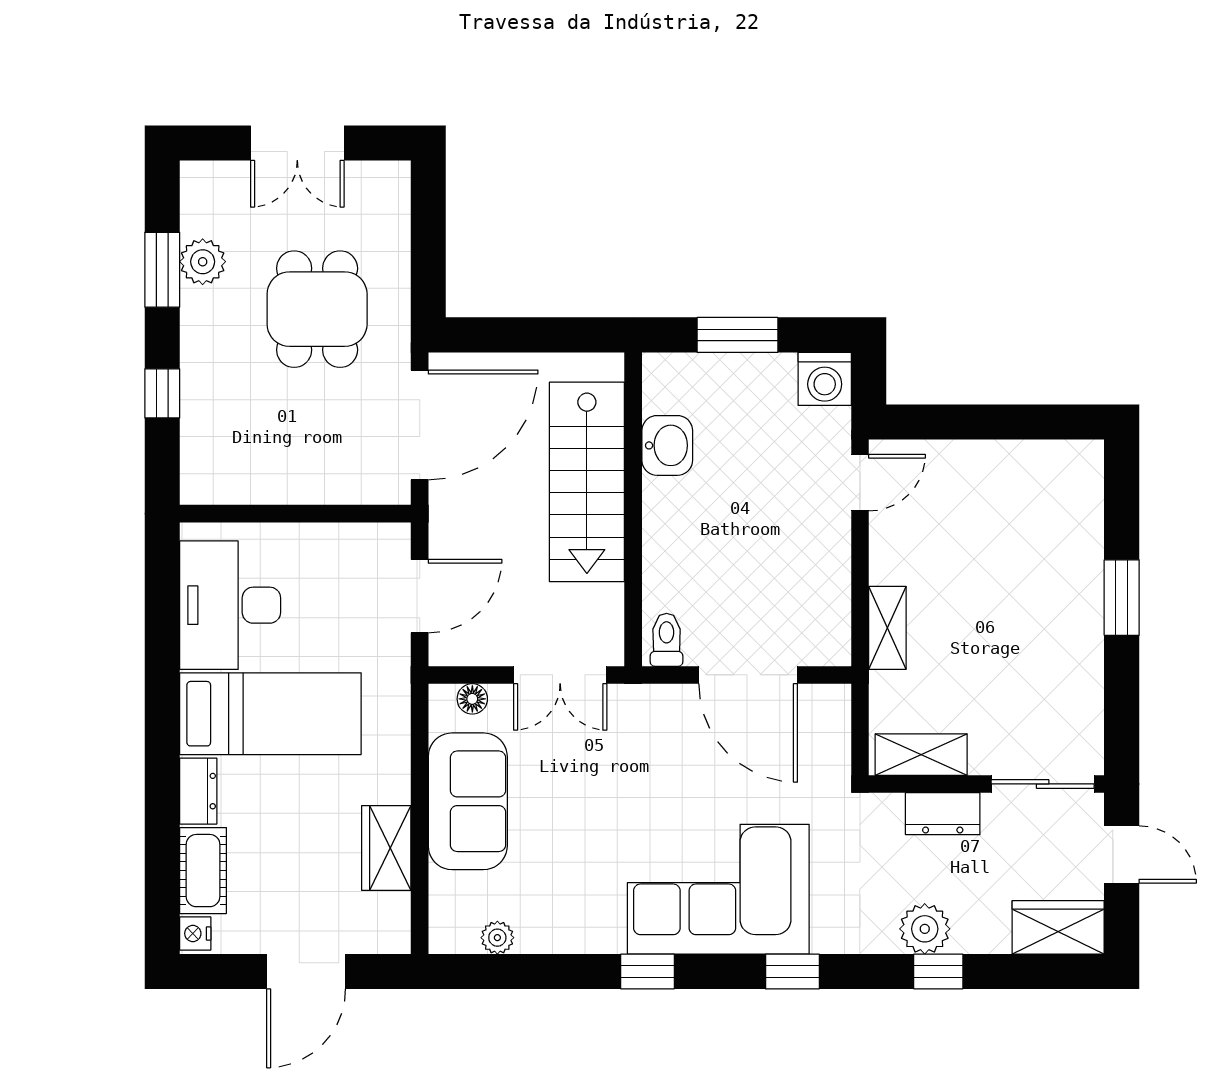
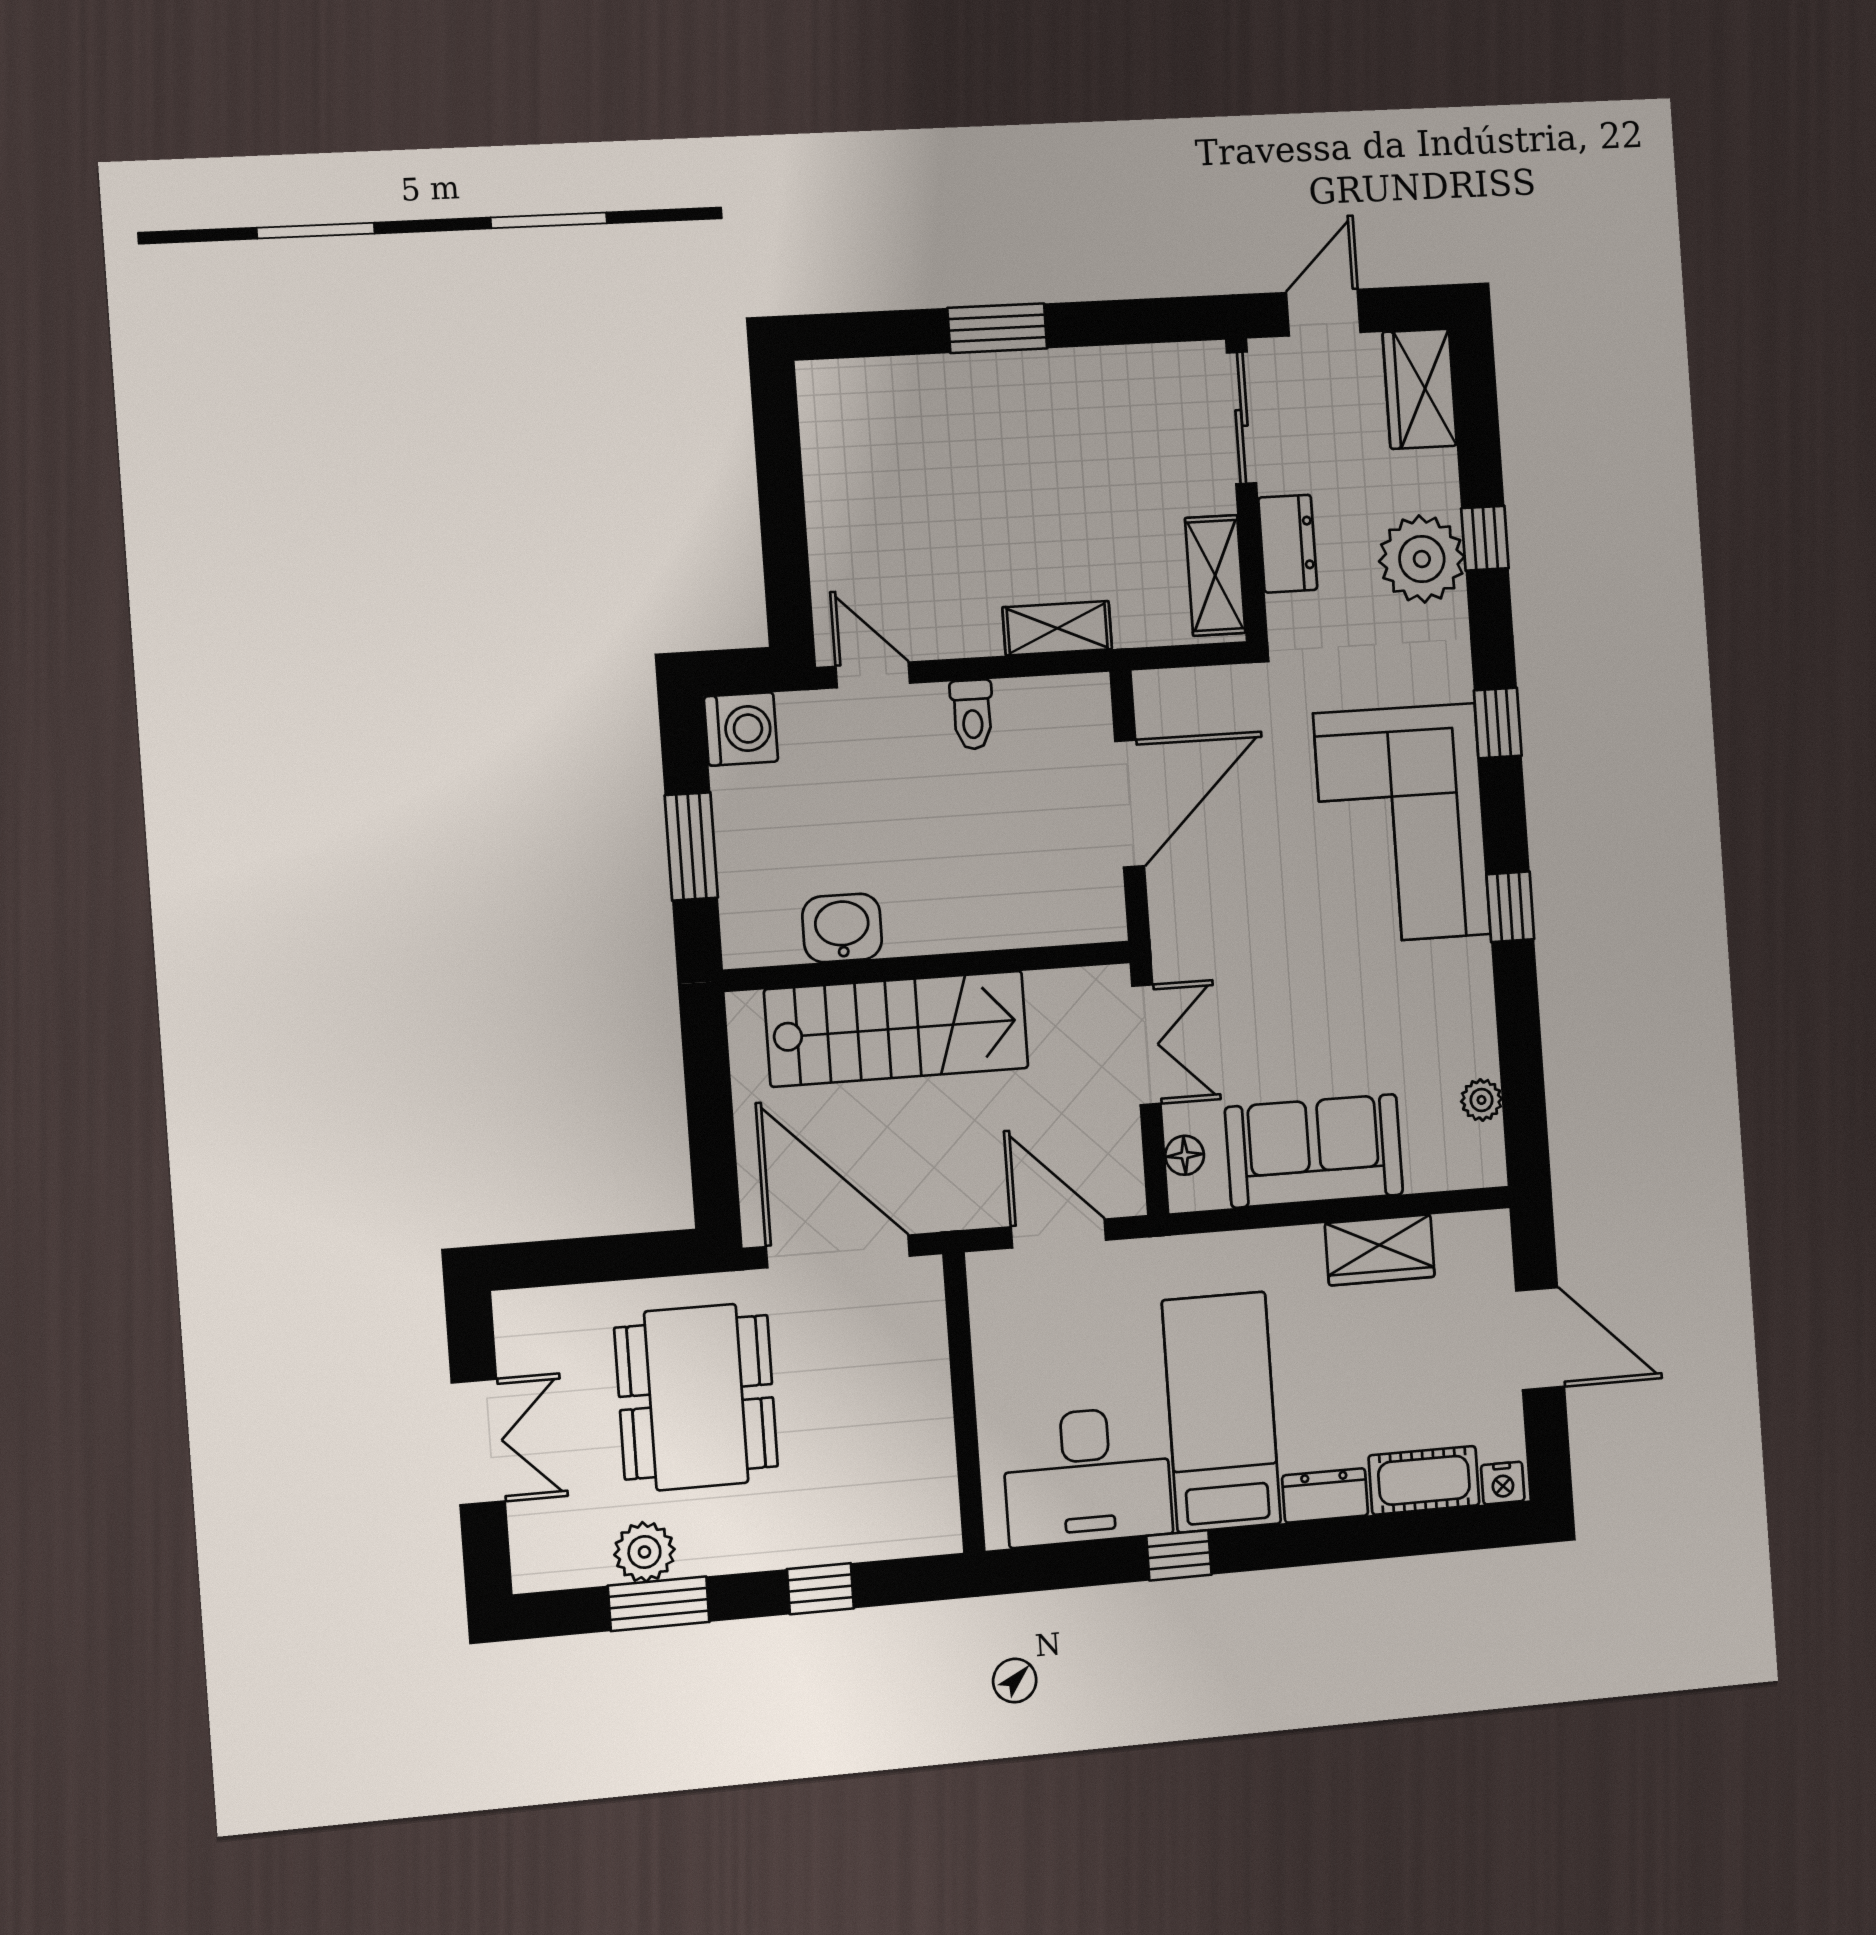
dining table: (317, 309) -> (696, 1397), width x1.38
toilet: (667, 640) -> (972, 715), moved, turned -90
window: (162, 673) -> (1179, 1555), added
plant: (925, 929) -> (1422, 559), width x1.36, depth x1.36

